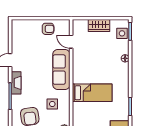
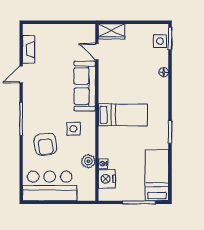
wardrobe: (99, 25) -> (112, 31), moved
armchair: (48, 29) -> (68, 36), removed
fireplace: (16, 83) -> (29, 49), moved

